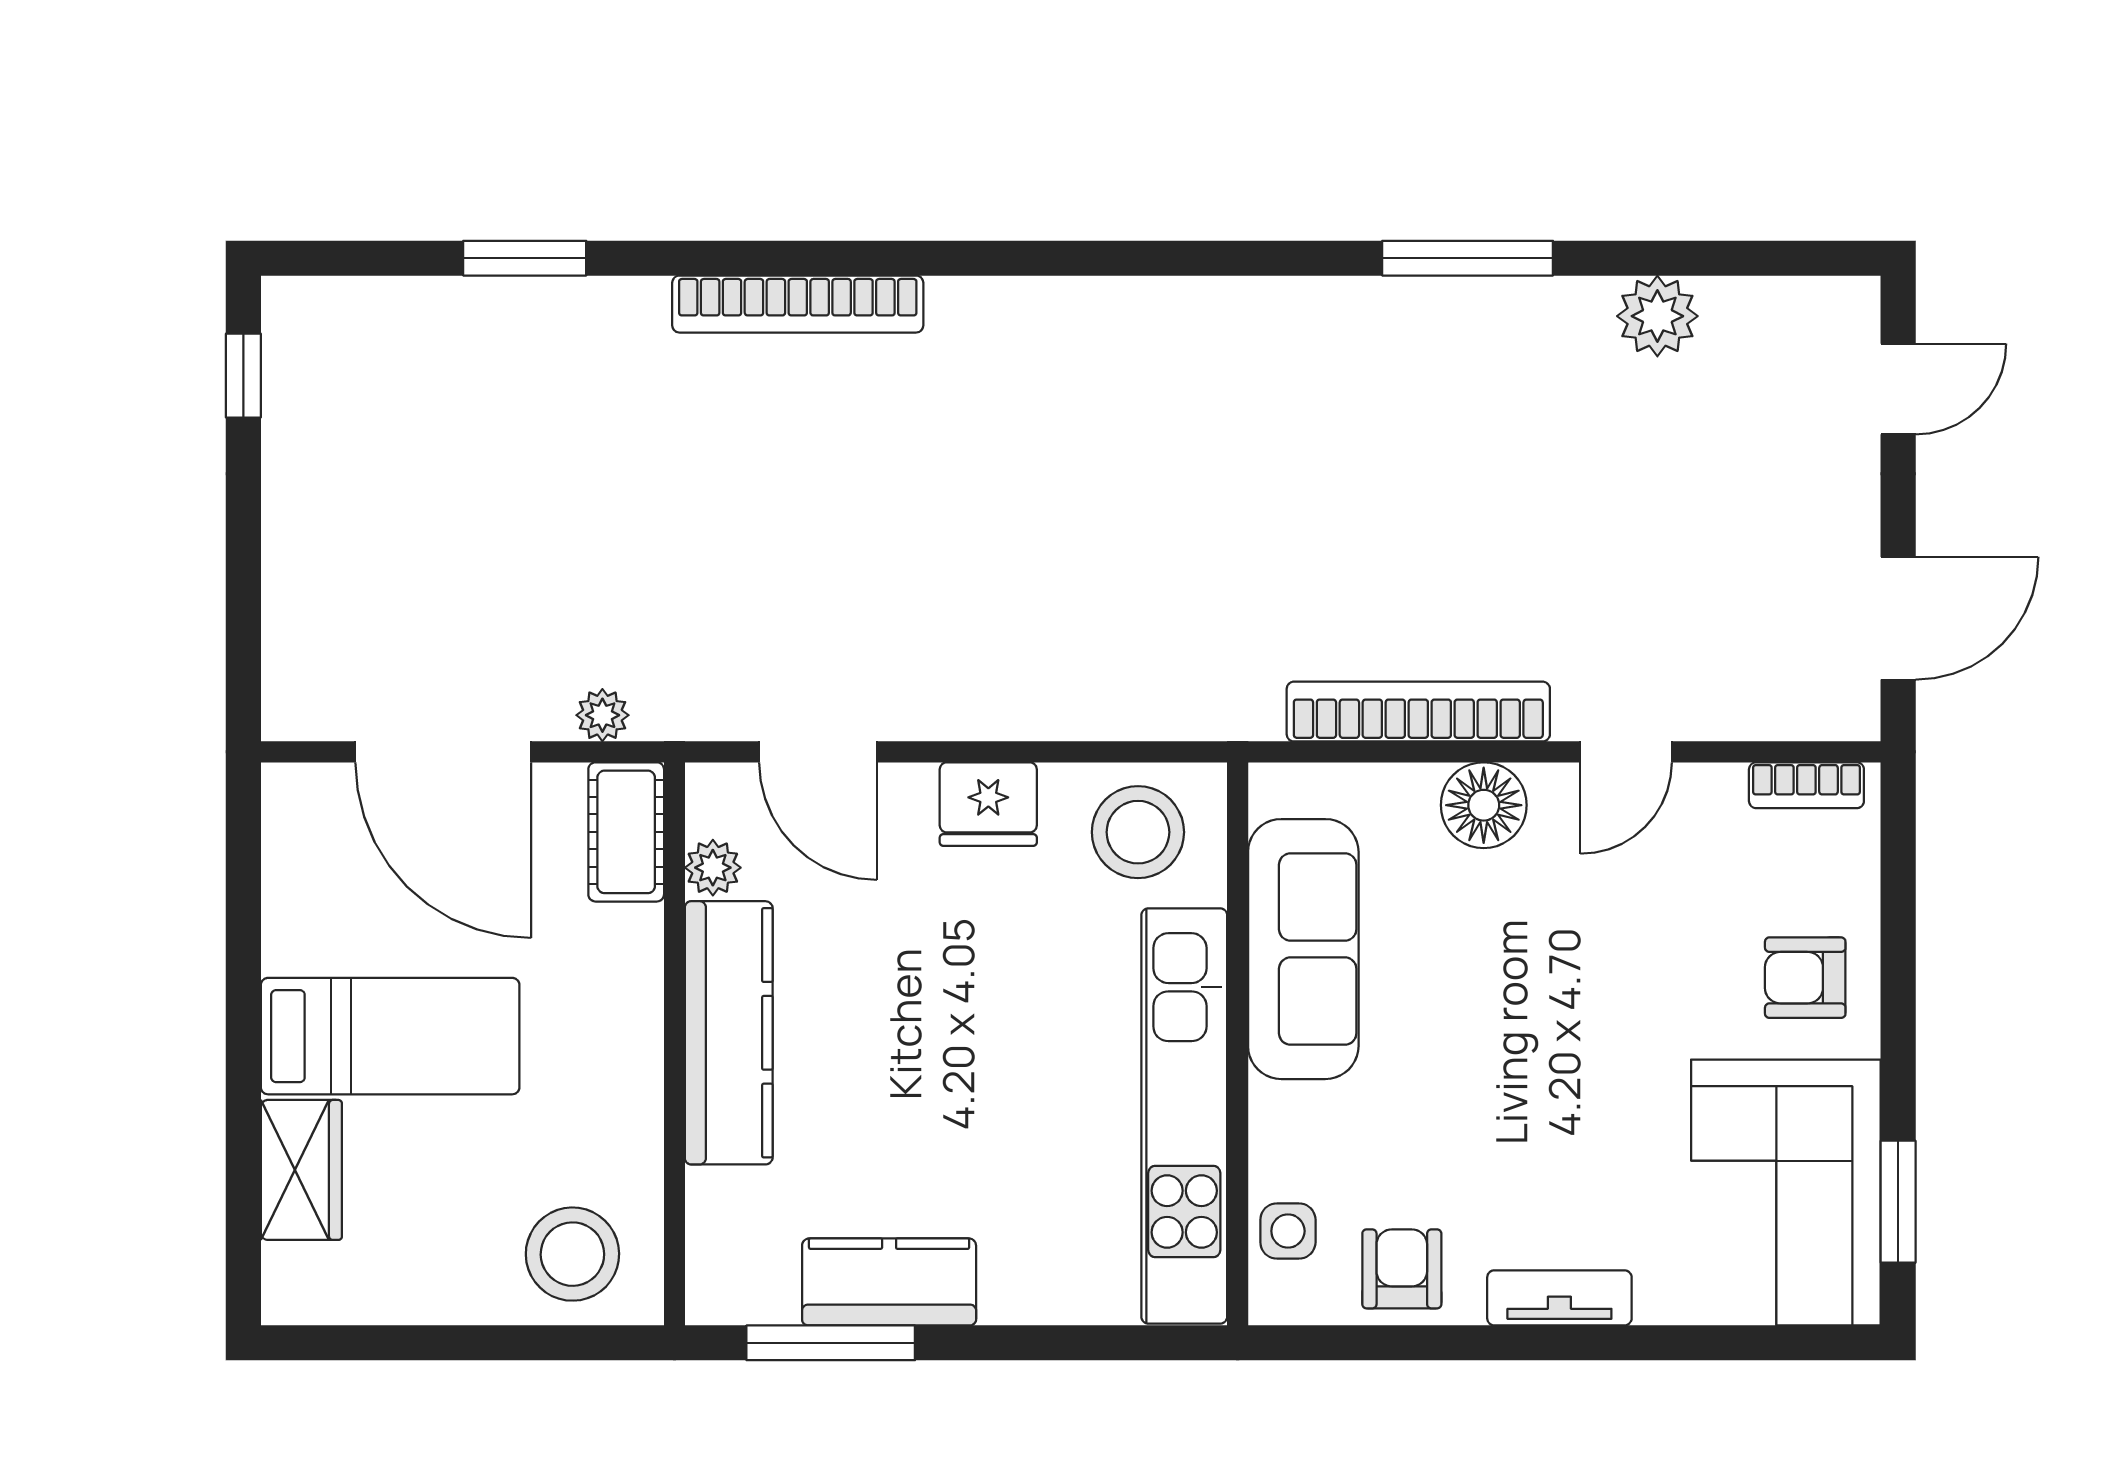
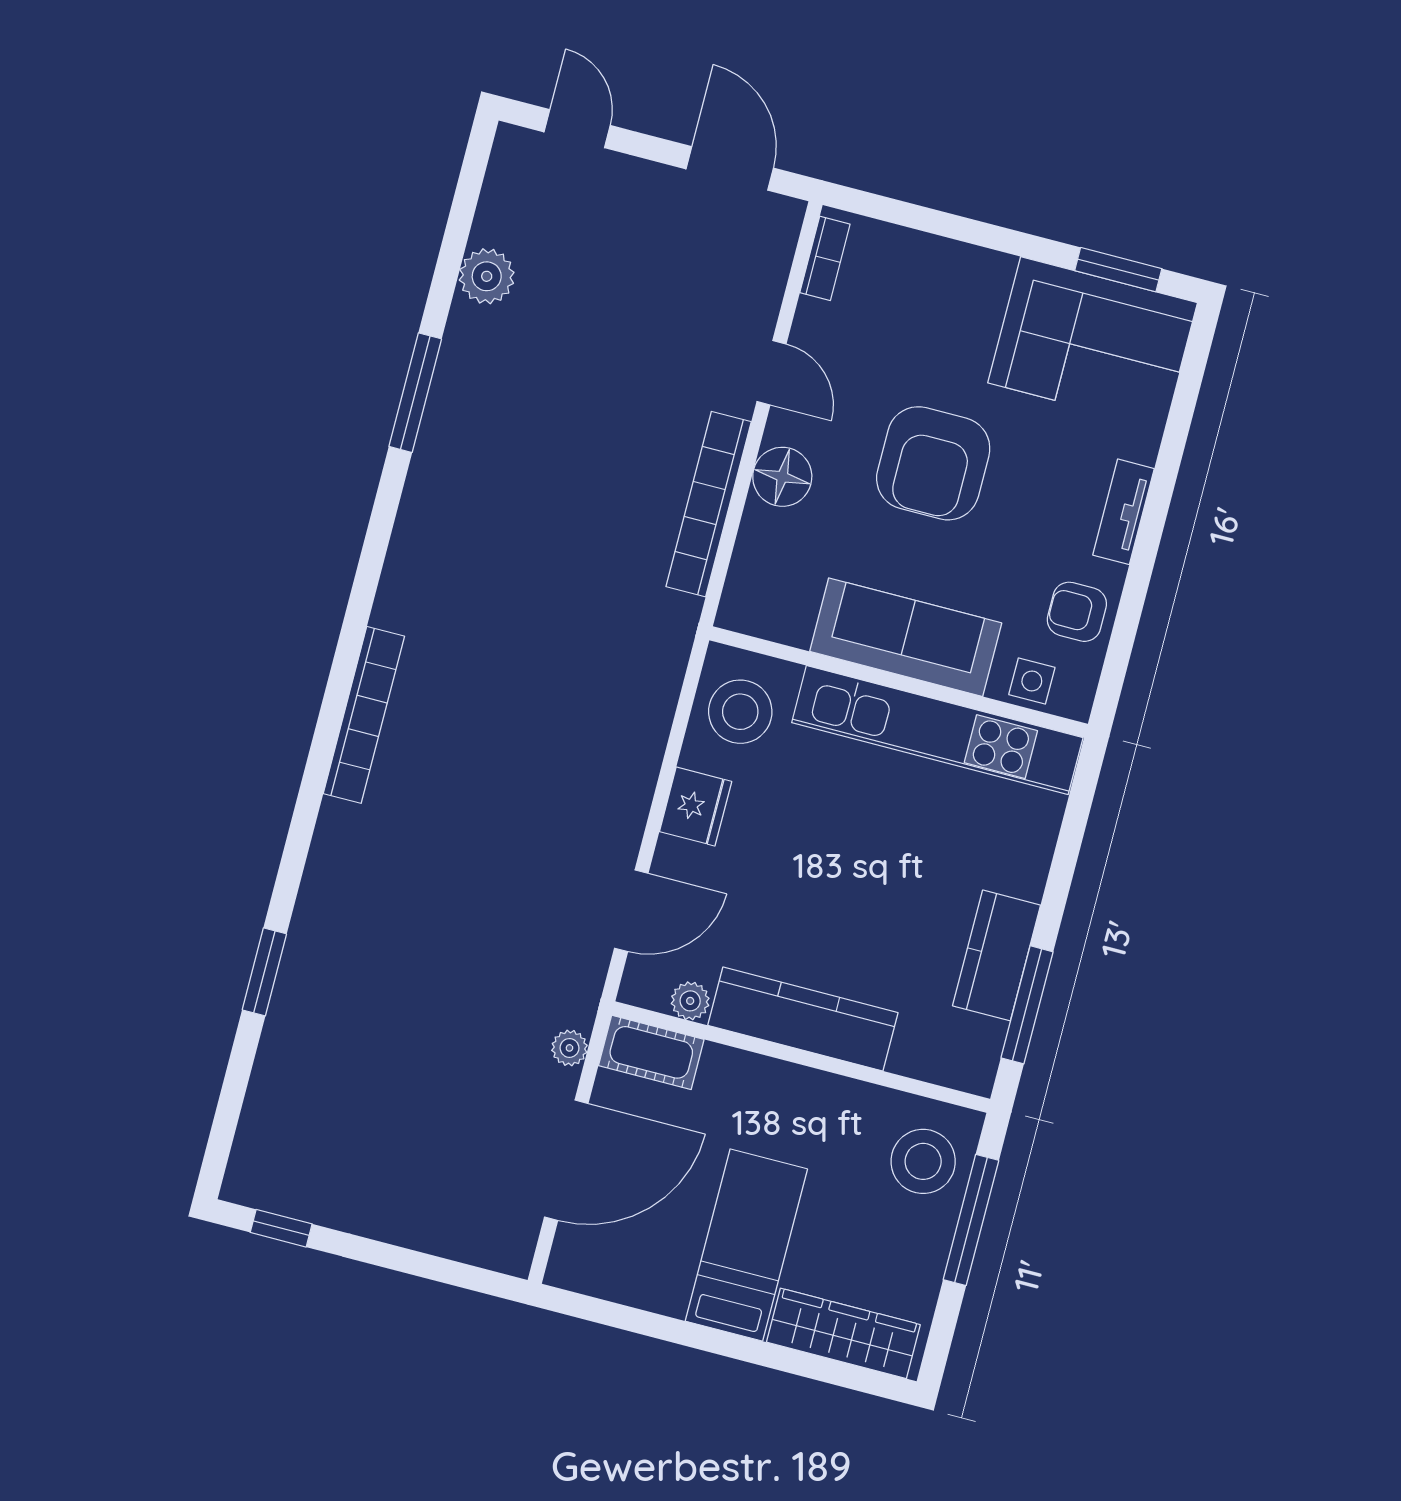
window: (525, 258) -> (264, 972), moved
bookcase: (798, 304) -> (364, 715), moved
sofa: (1303, 949) -> (906, 637), moved
armchair: (1805, 978) -> (933, 463), moved, width x1.88, depth x1.88
wardrobe: (301, 1170) -> (843, 1333), width x1.50
window: (508, 1343) -> (971, 1220), added

